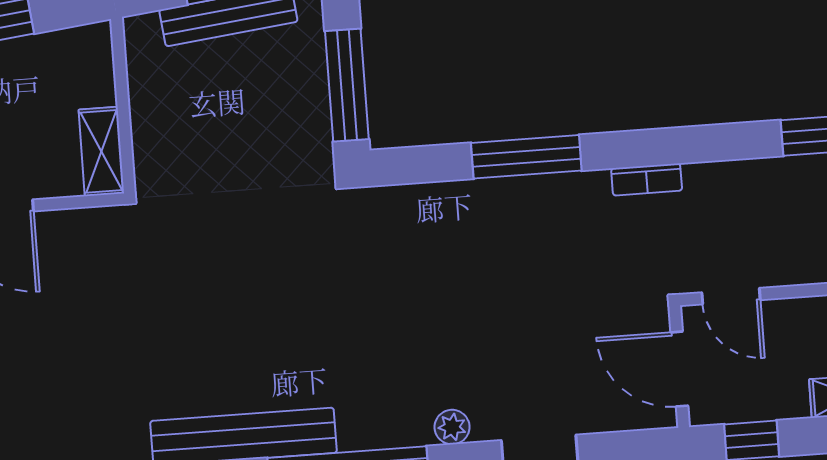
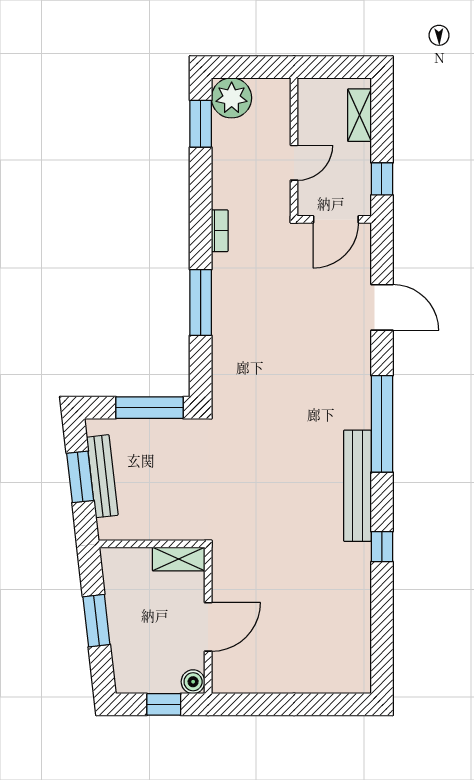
door: (731, 296) -> (294, 163), moved
plant: (452, 427) -> (361, 359), removed

